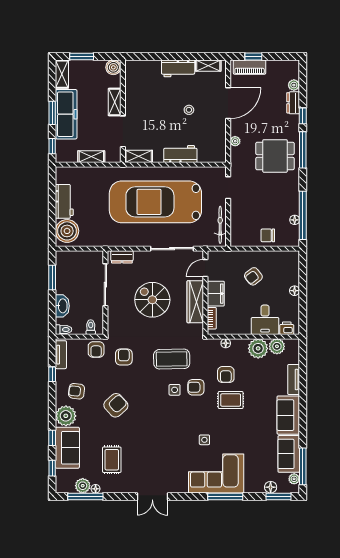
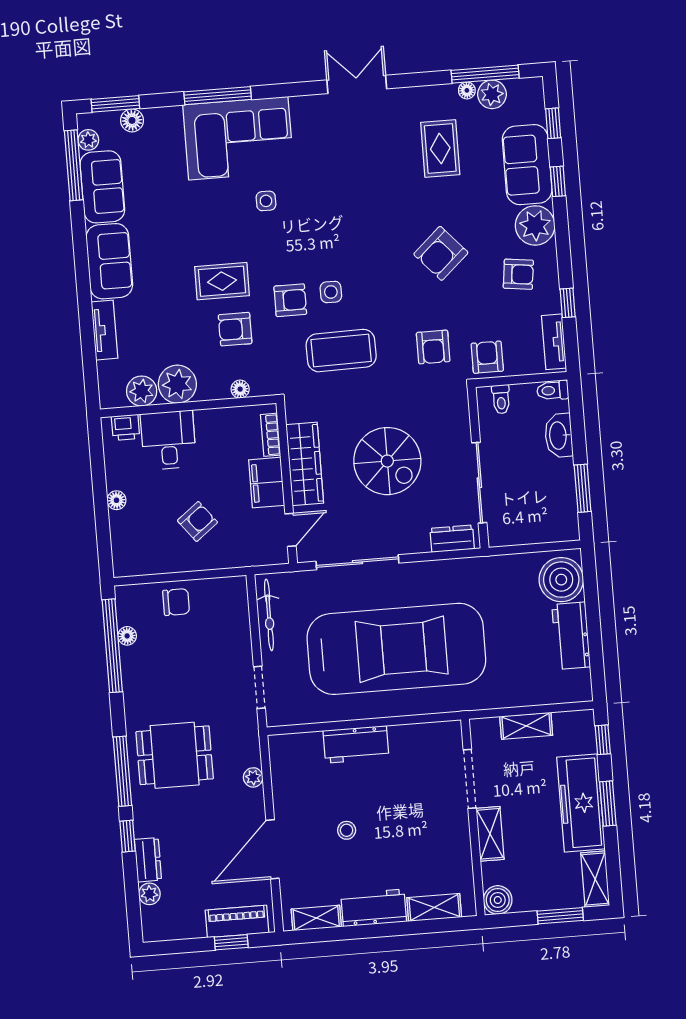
shelving: (139, 156) -> (434, 907), moved
armchair: (226, 375) -> (235, 329), turned -90

